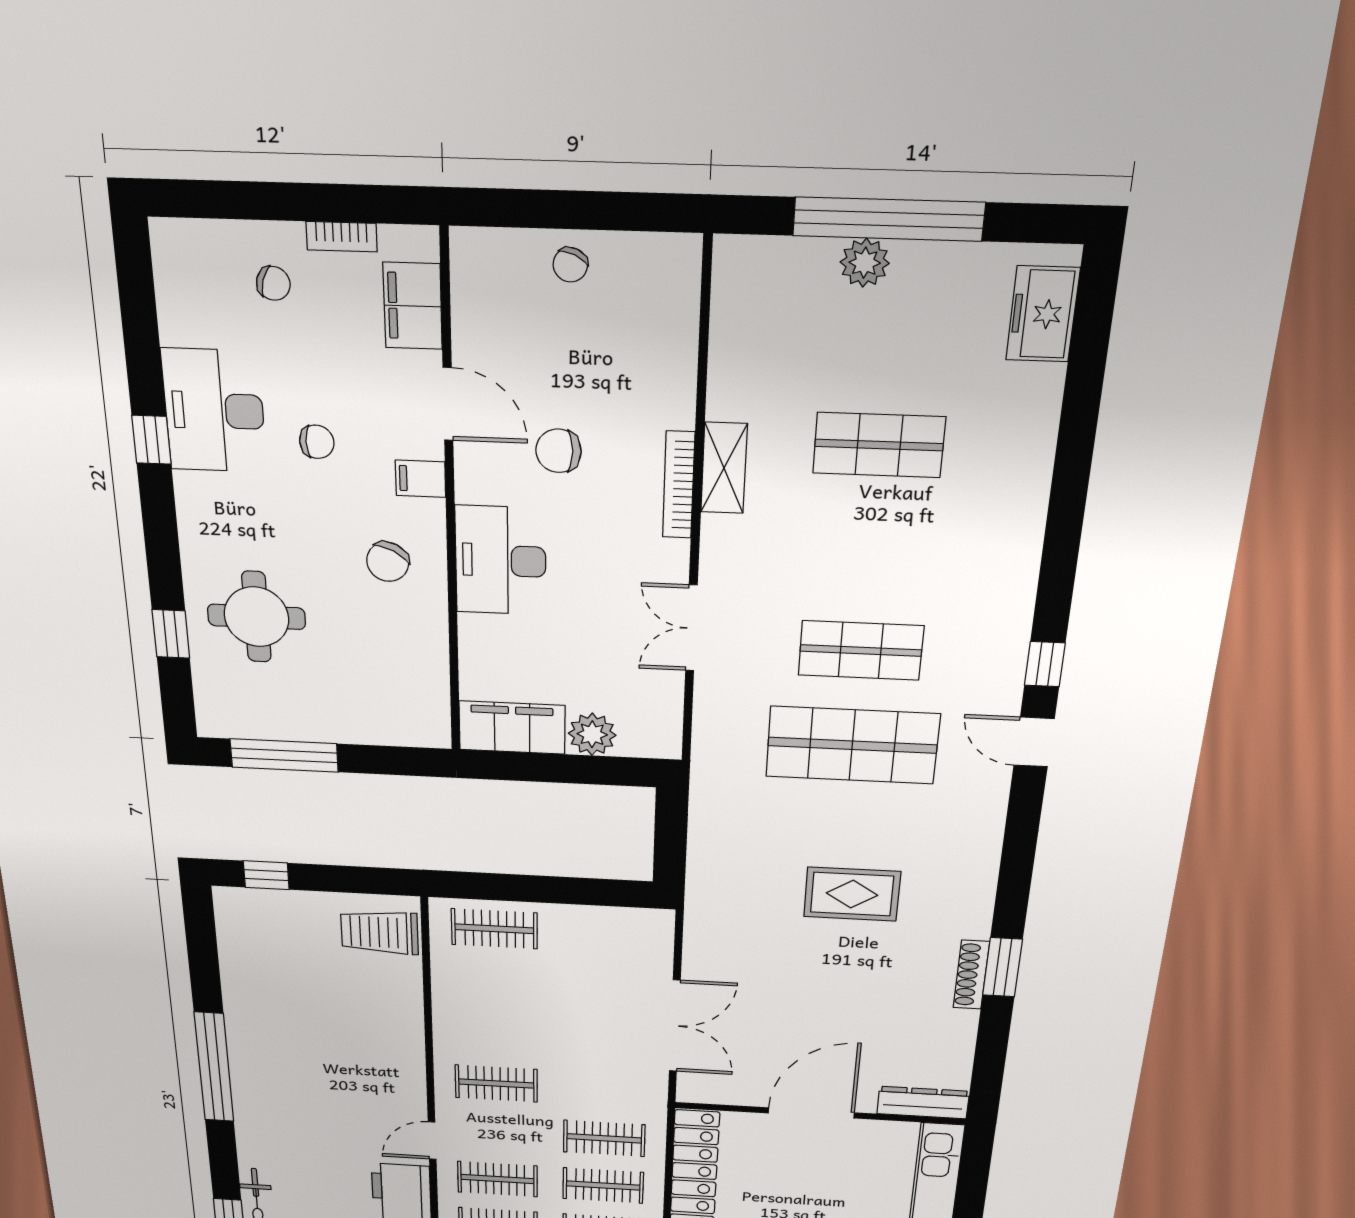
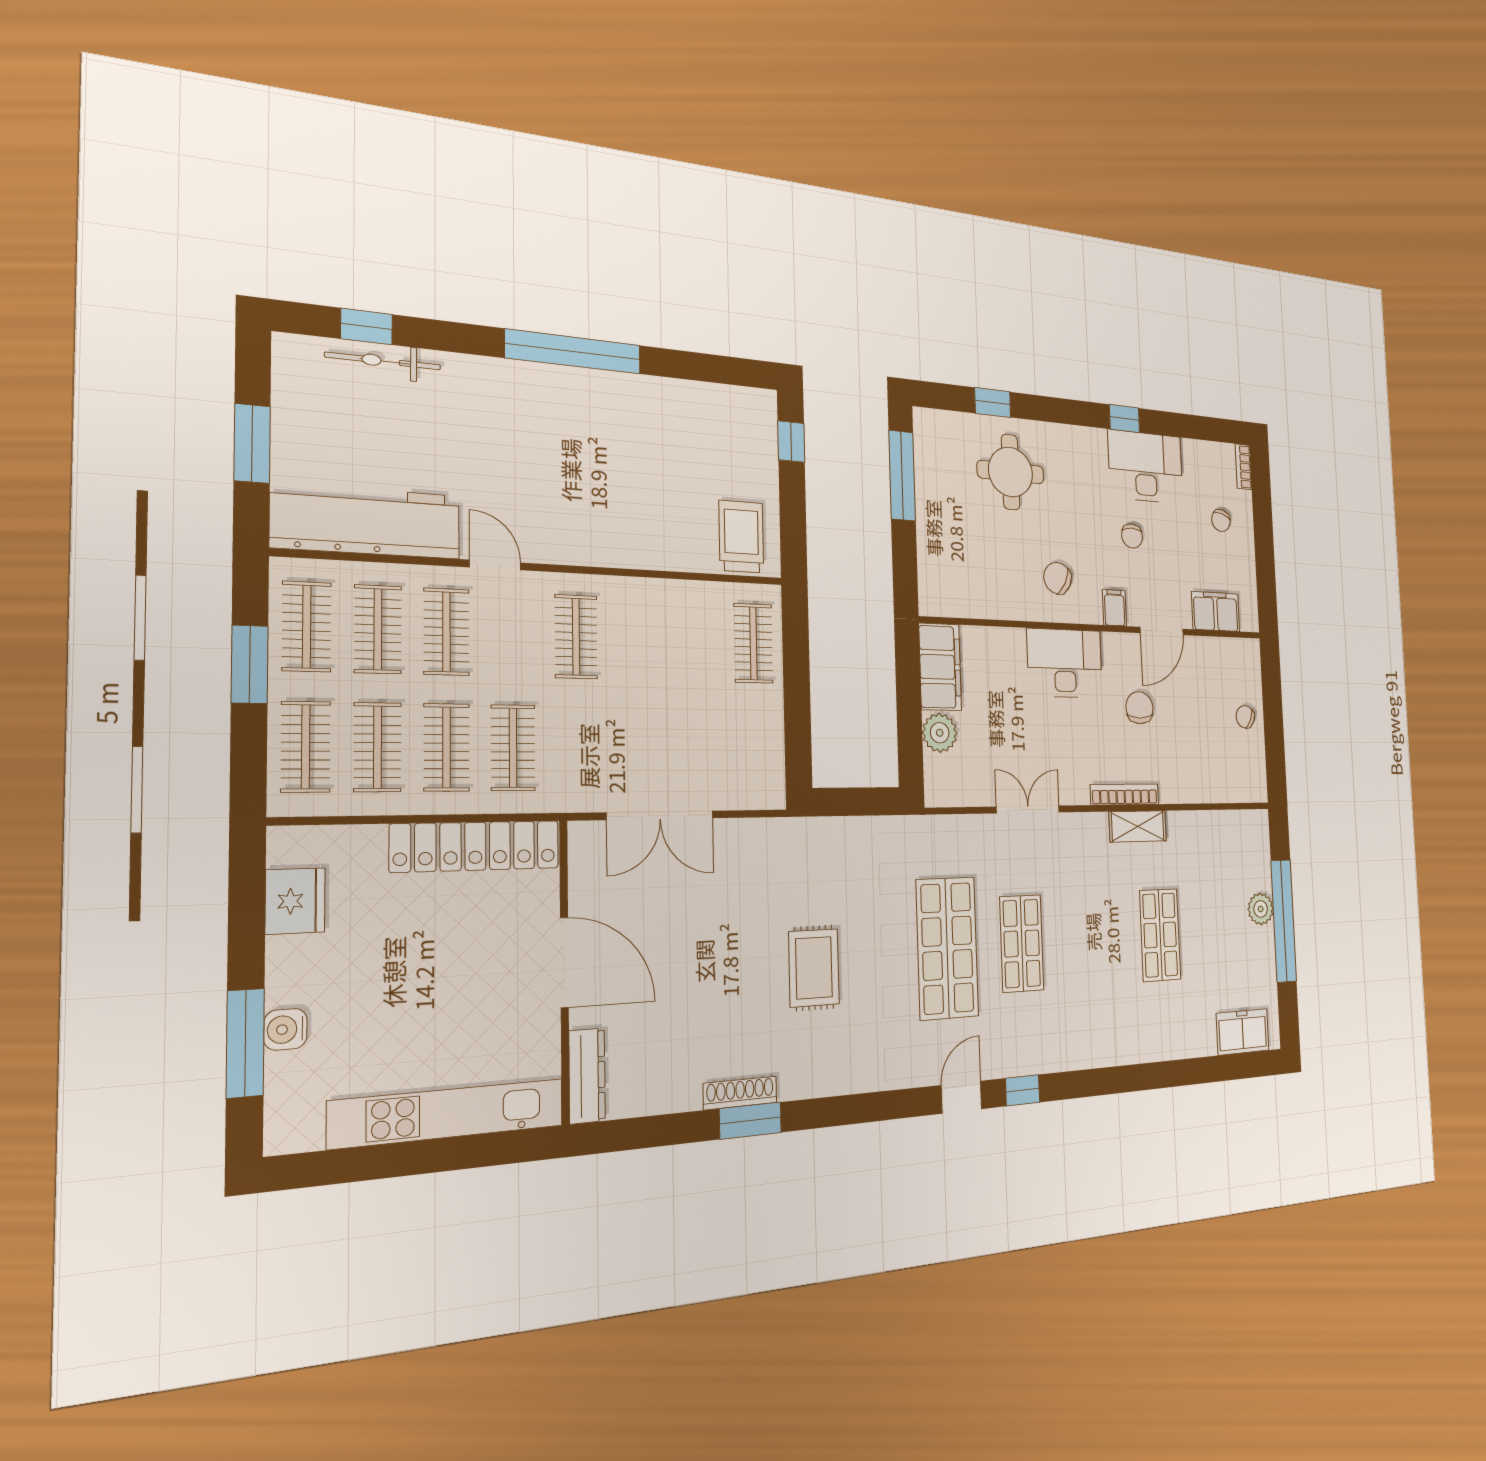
bookcase: (342, 237) -> (1243, 467), moved

